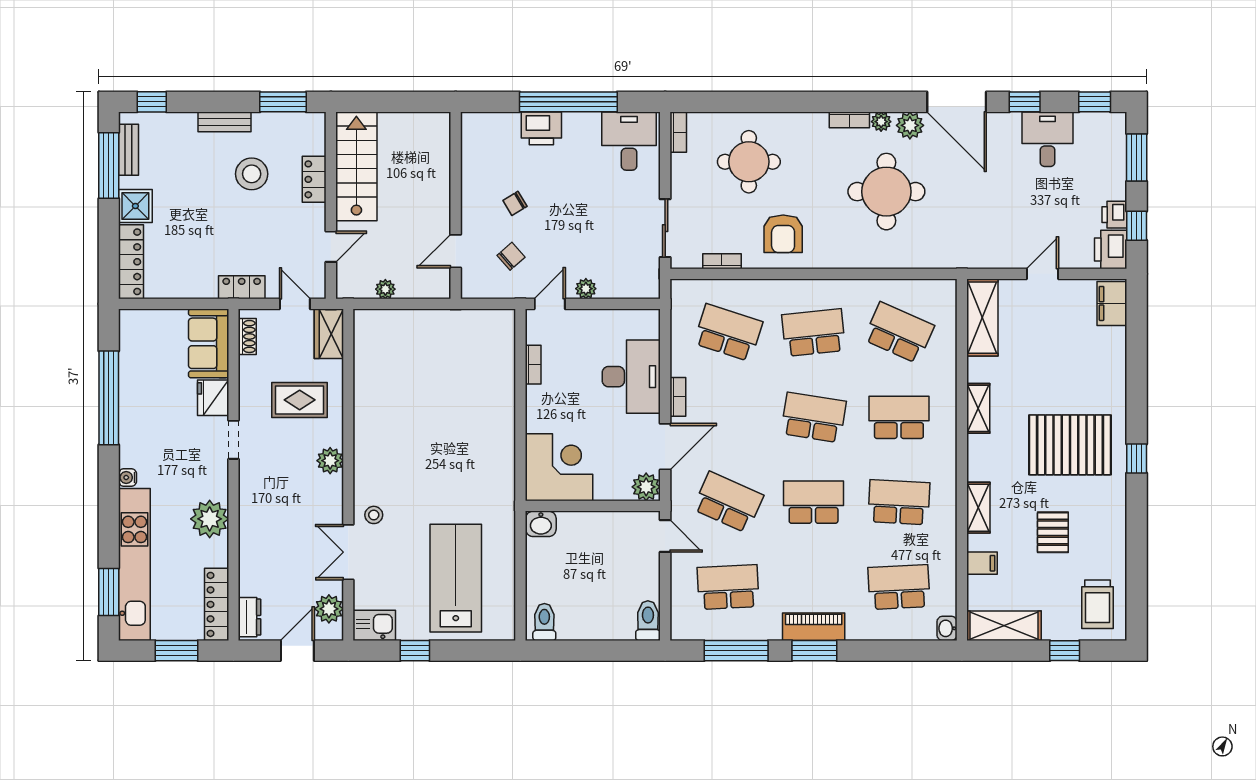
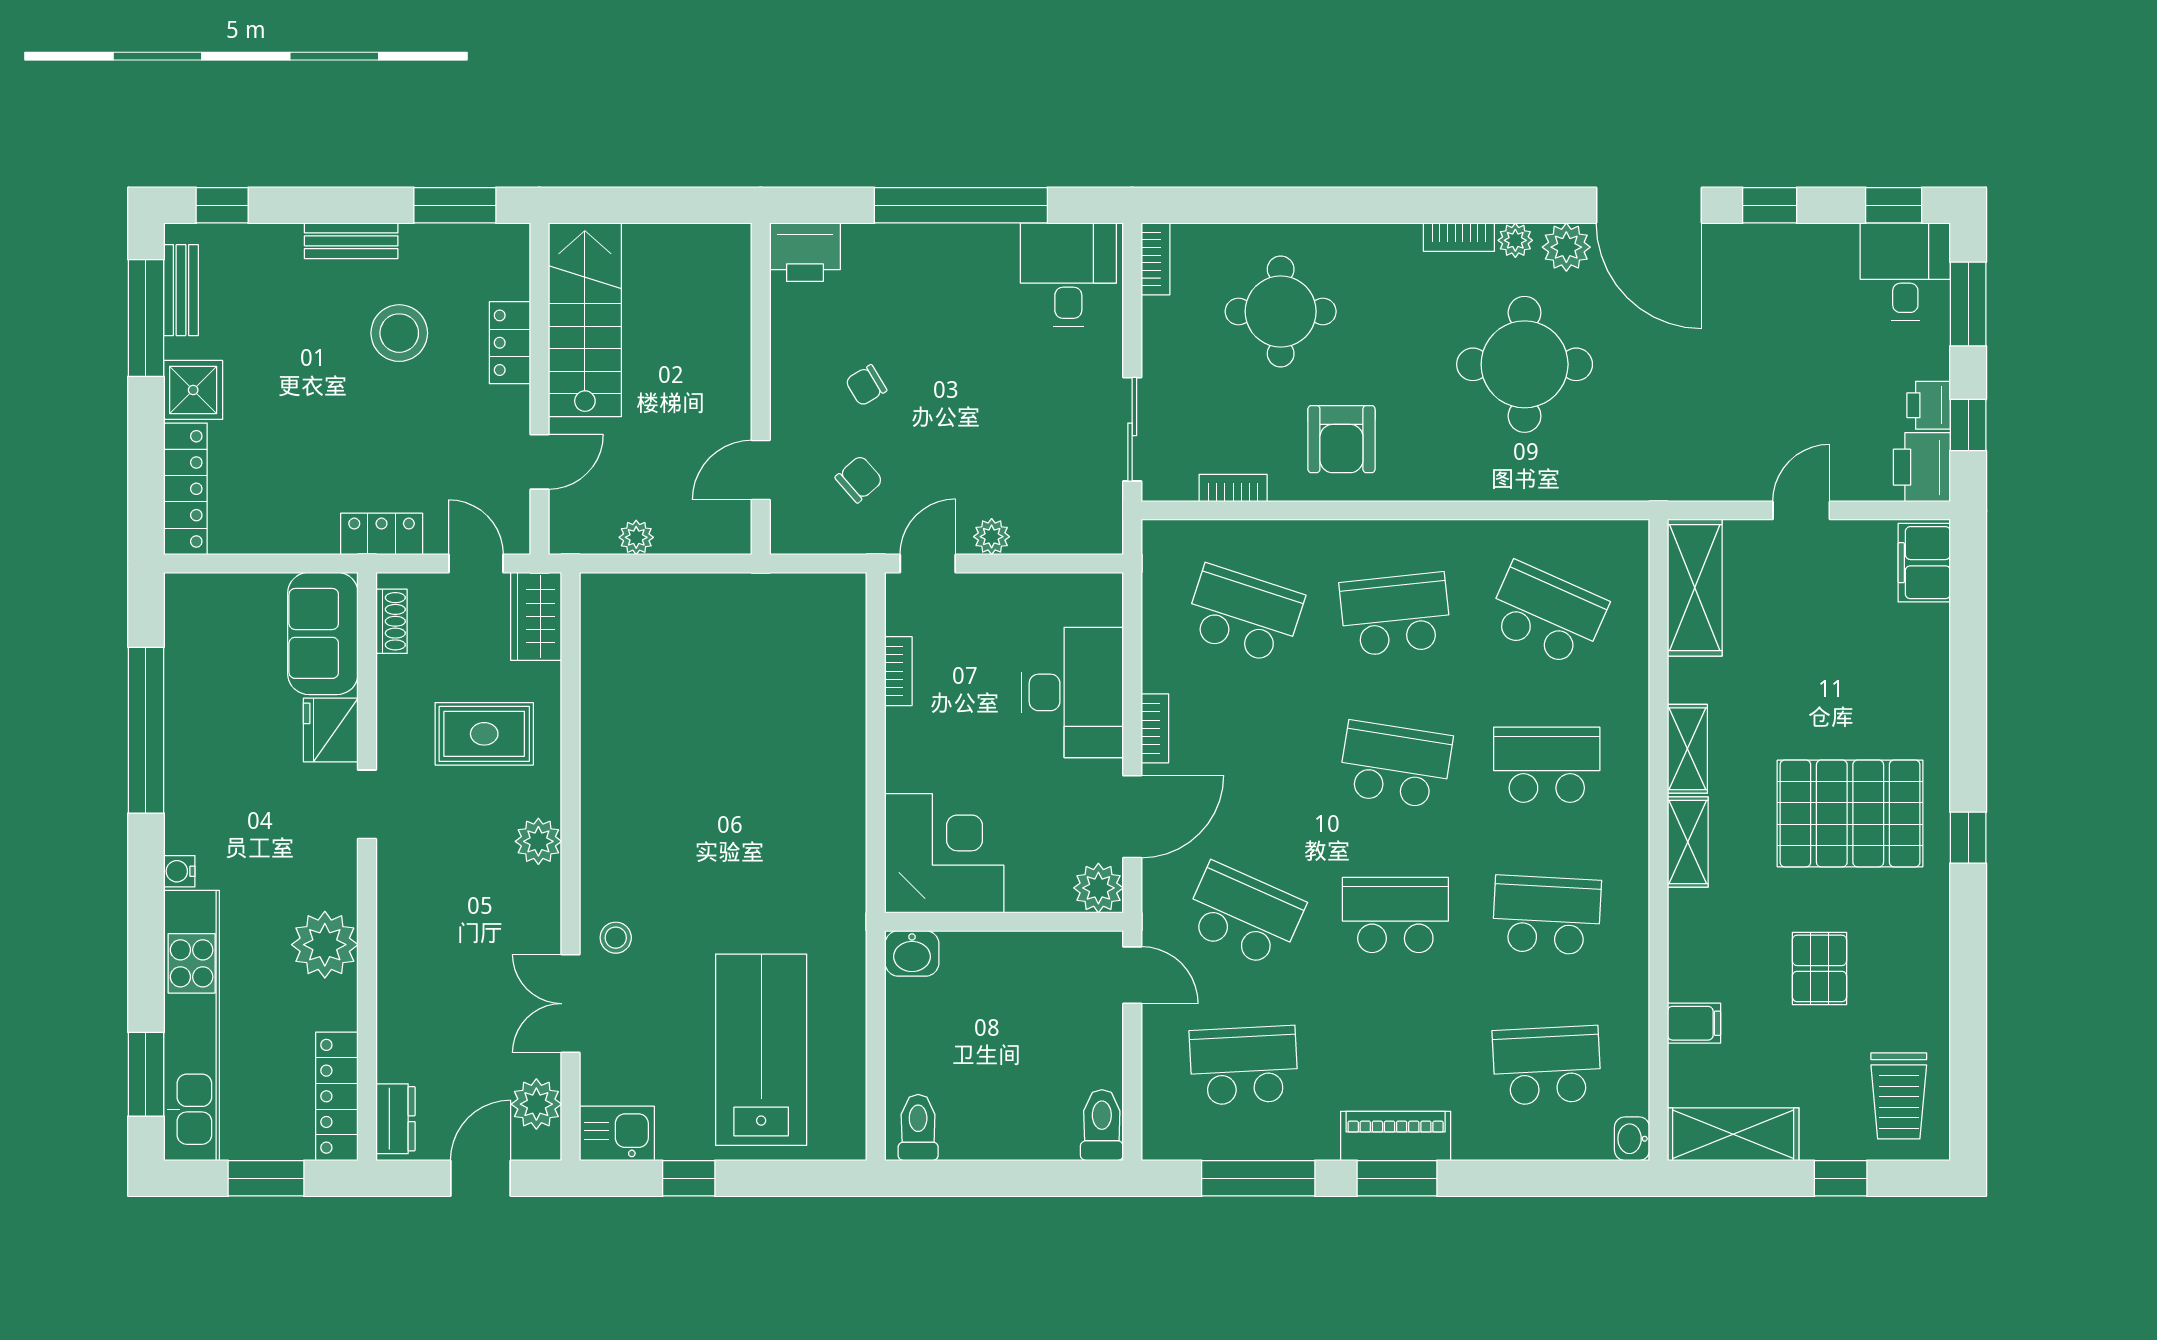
printer: (541, 128) -> (805, 252), moved
desk: (1048, 139) -> (1905, 272), moved
shelving: (978, 508) -> (1688, 842), moved

